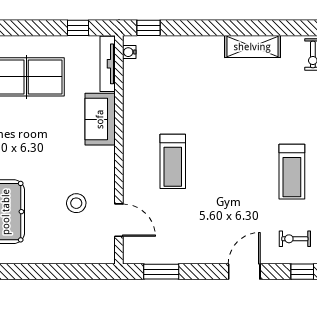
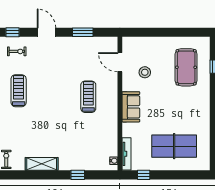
window: (148, 28) -> (78, 175), moved
sofa: (100, 119) -> (131, 107), moved
window: (161, 272) -> (83, 32), moved
door: (244, 272) -> (46, 32), swing flipped

